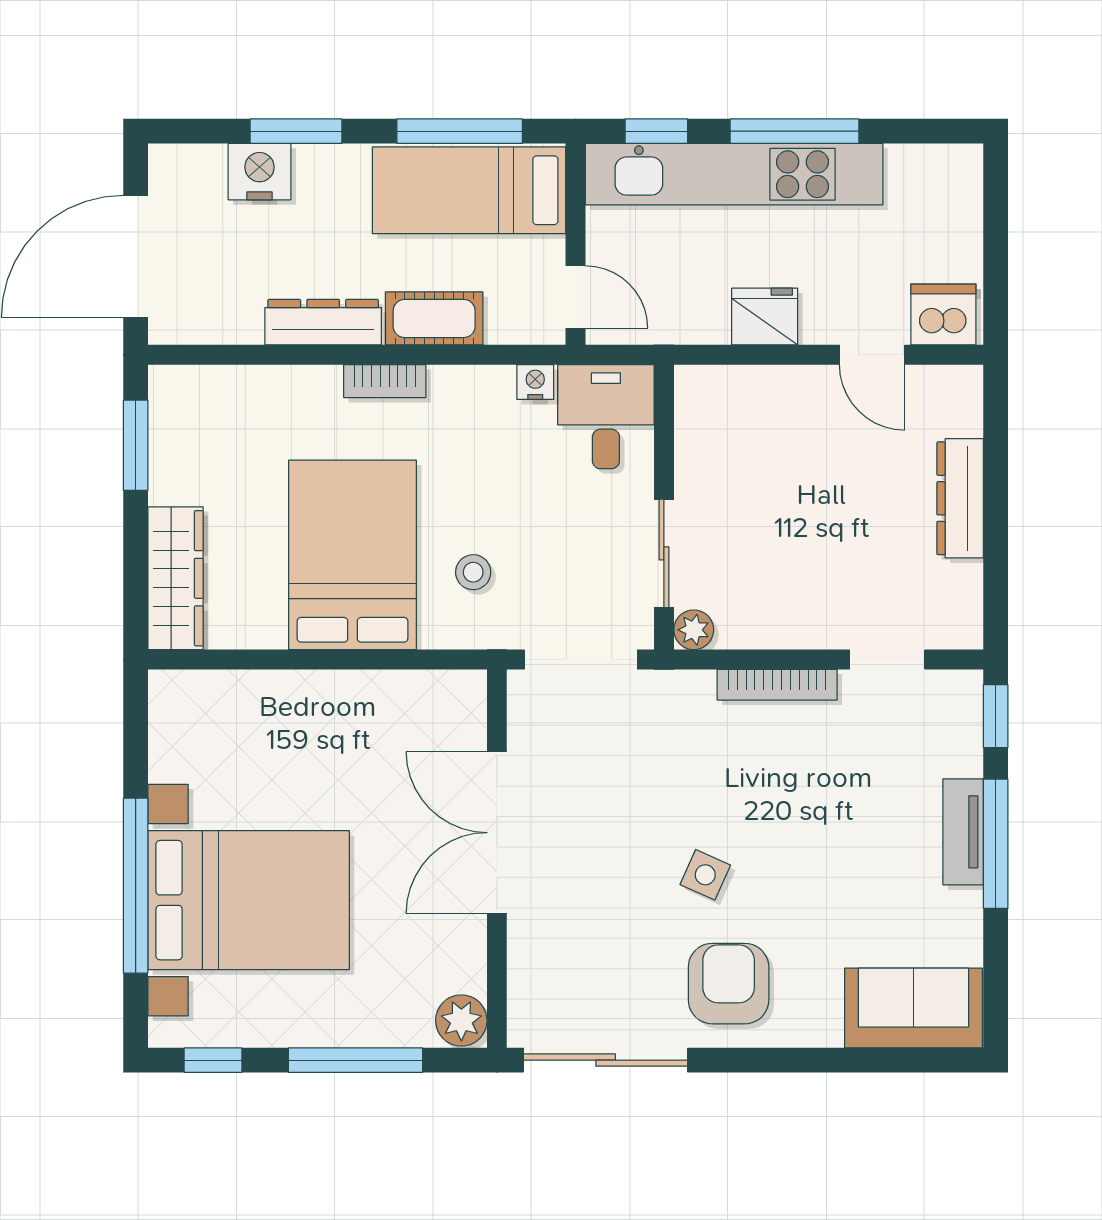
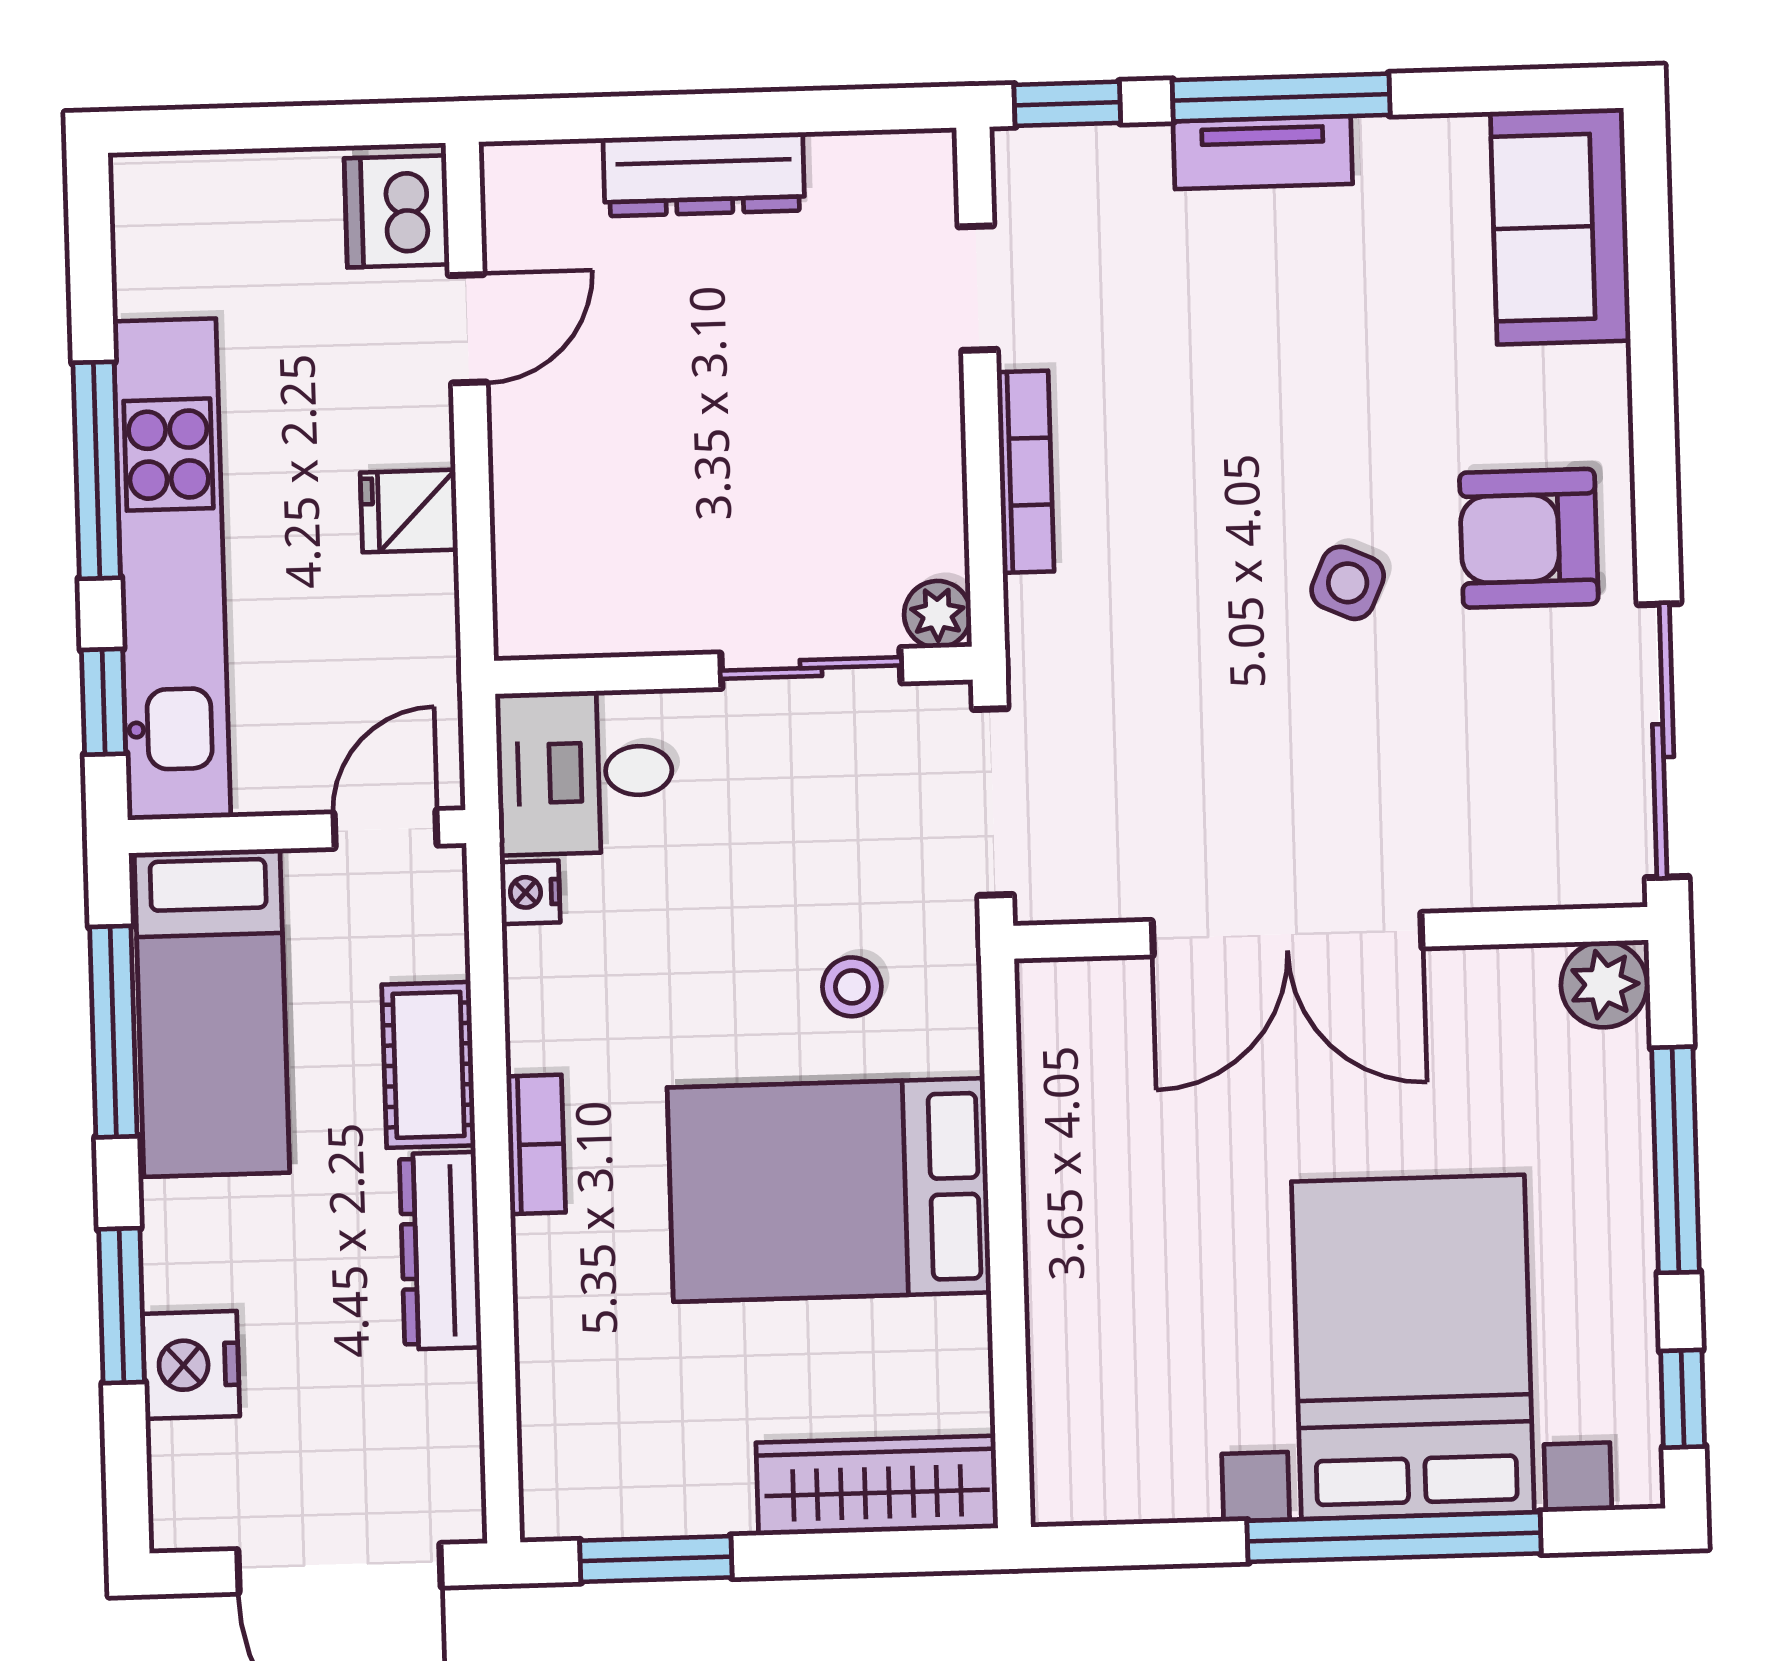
fridge: (765, 317) -> (409, 511), width x0.72

